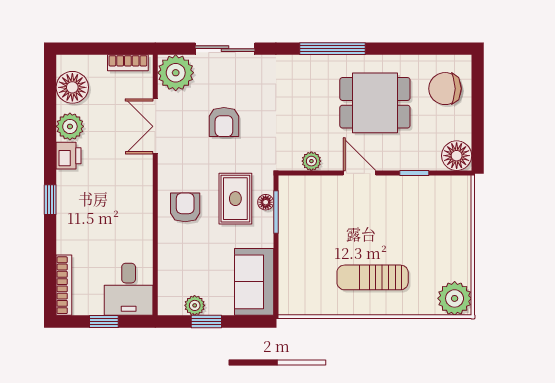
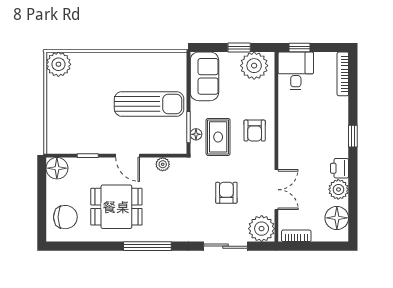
sun lounger: (373, 277) -> (149, 104), moved, width x1.36, depth x1.34
plant: (195, 305) -> (254, 66), width x1.87, depth x1.87
window: (104, 322) -> (300, 47), moved

